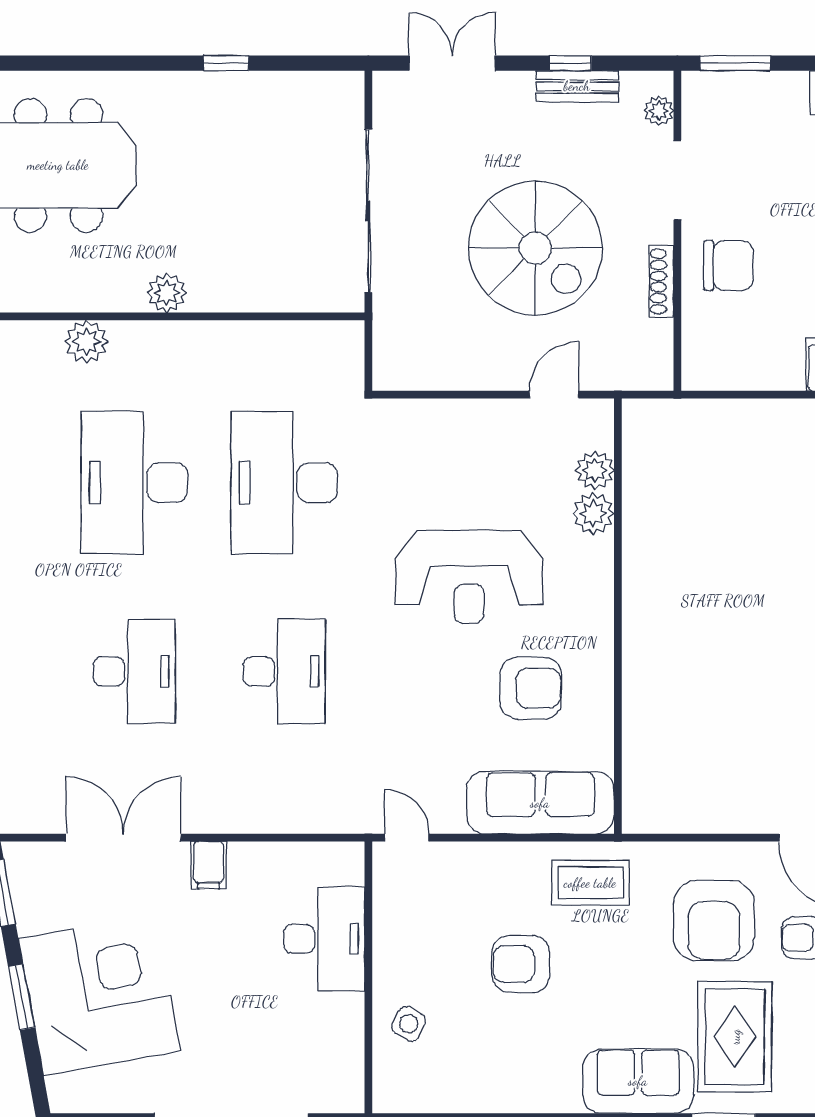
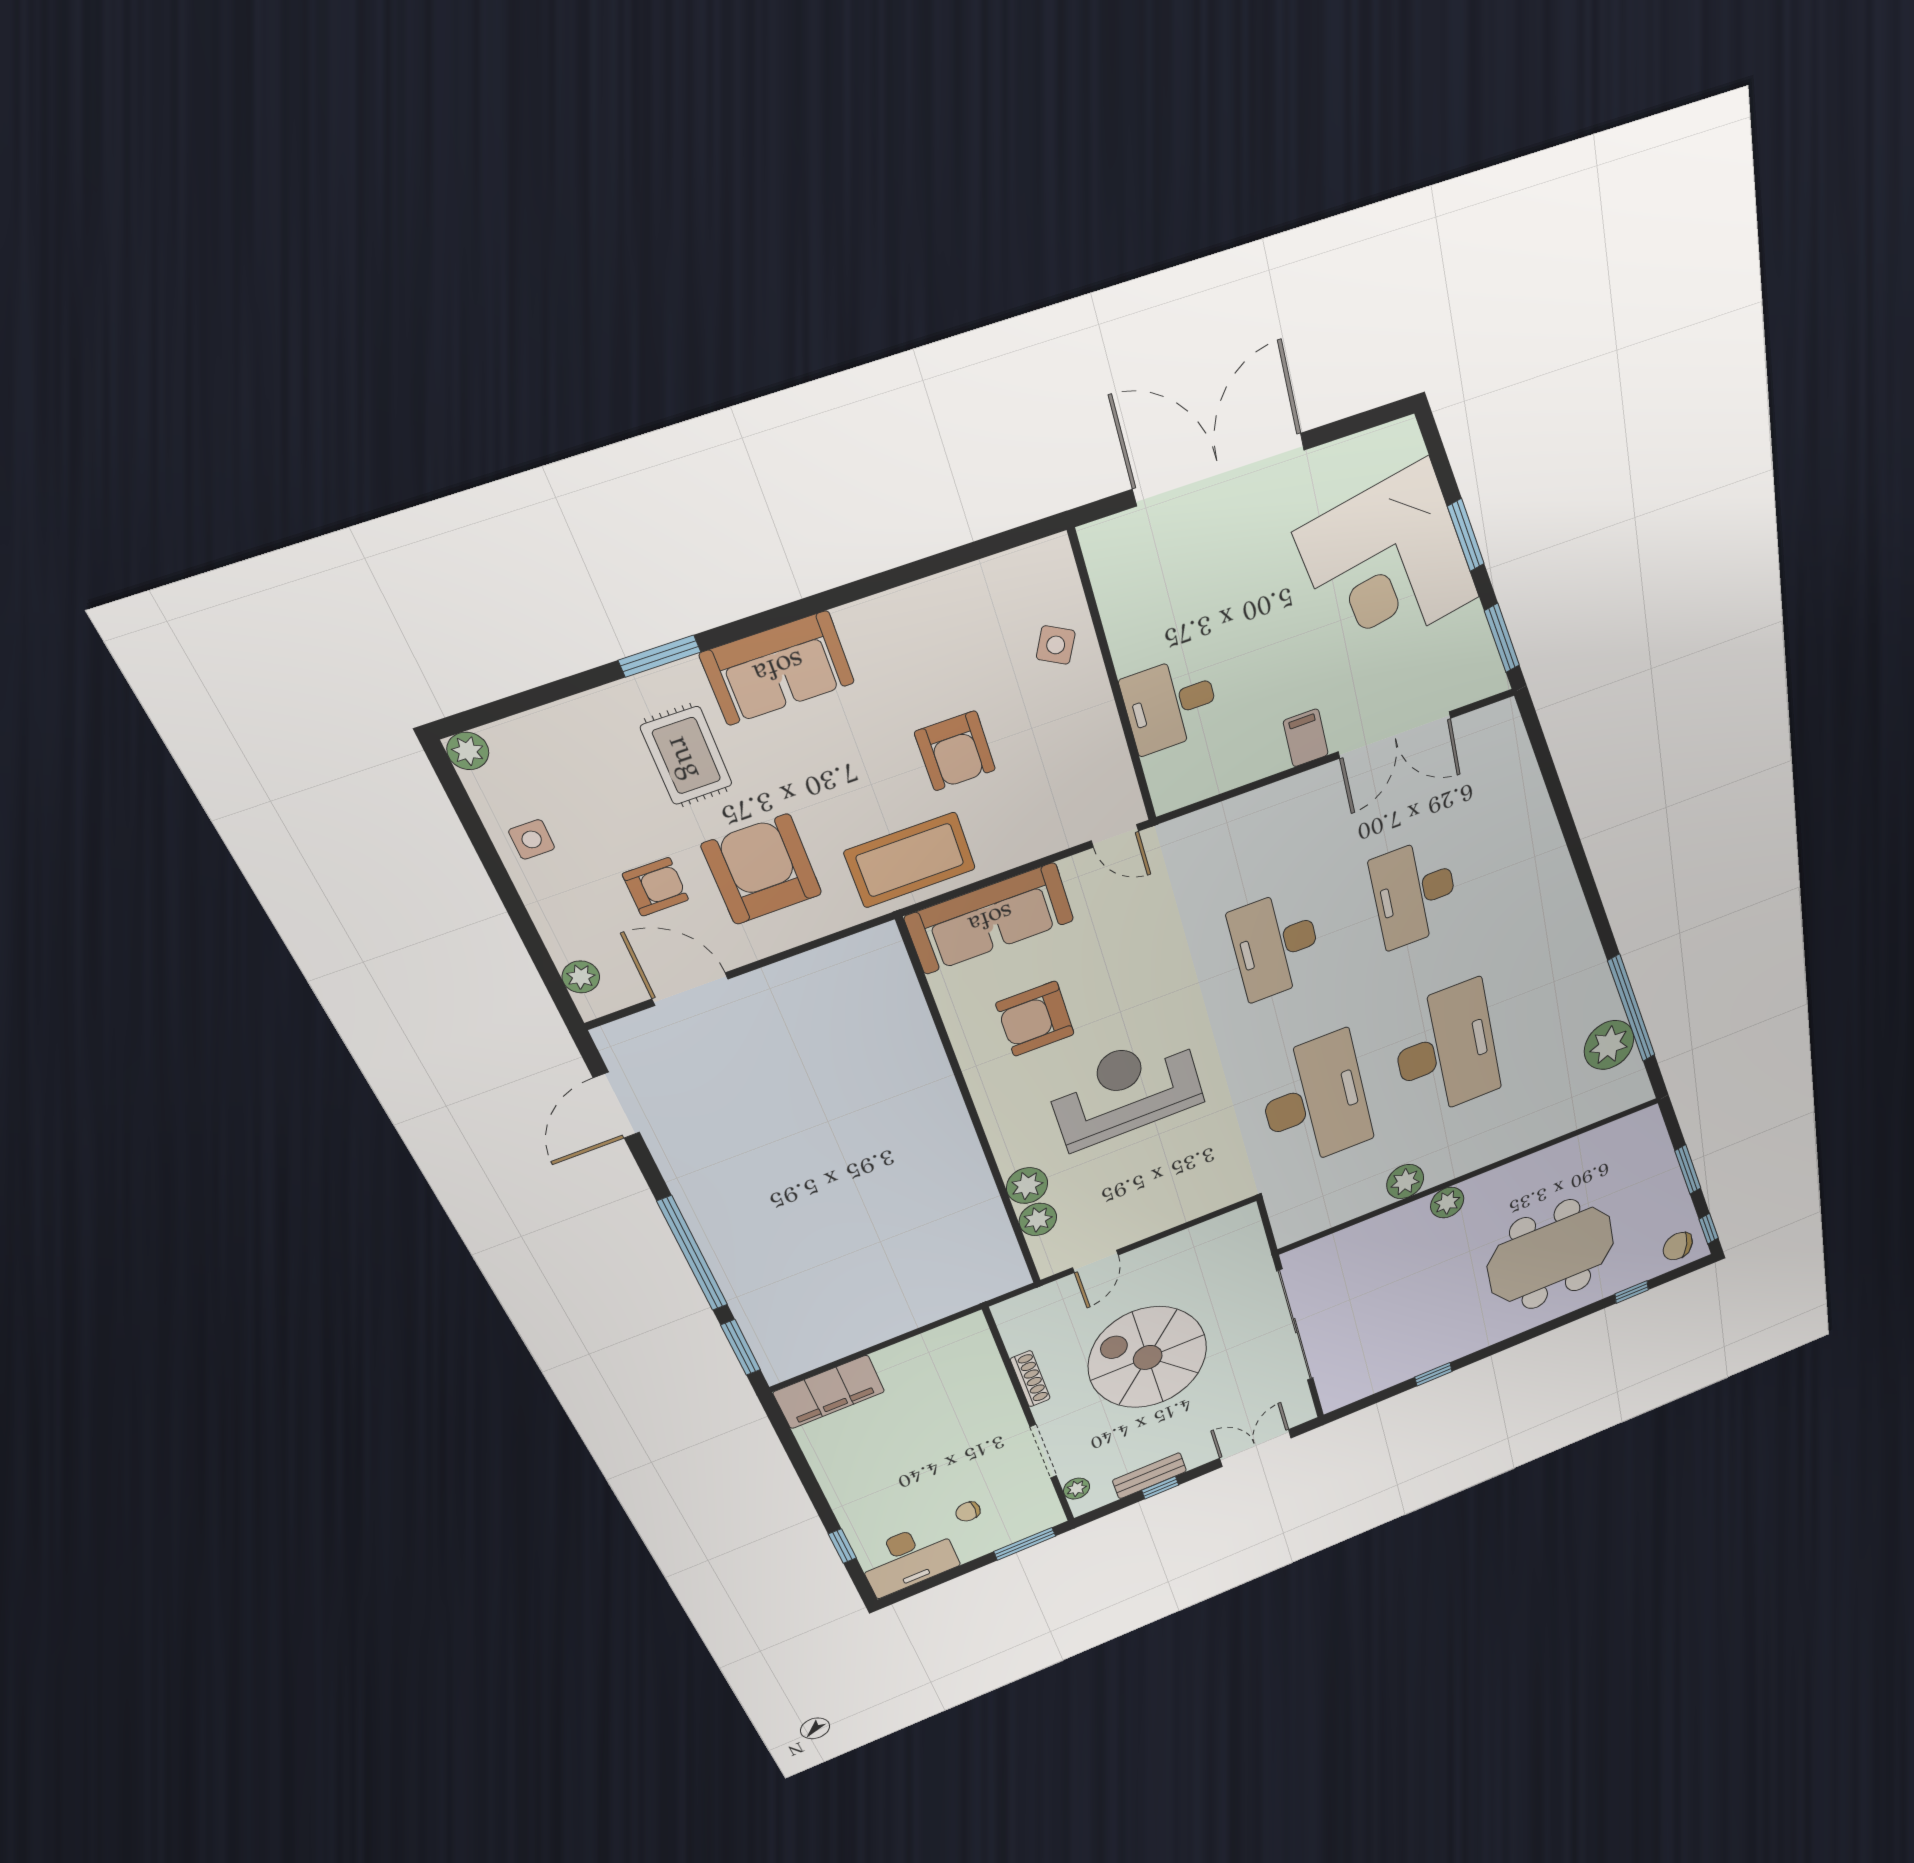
double door: (452, 63) -> (1255, 1448), swing flipped
chair: (729, 266) -> (968, 1512), moved, width x0.54, depth x0.54
plant: (87, 342) -> (1405, 1182), moved
coffee table: (590, 883) -> (910, 860), width x1.36, depth x1.32
desk: (324, 939) -> (1171, 705), width x0.73
armchair: (521, 964) -> (955, 751), turned 90
rug: (735, 1037) -> (687, 756), width x0.73, depth x0.70

